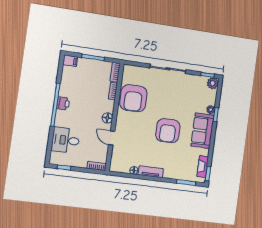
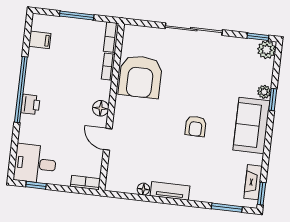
filing cabinet: (70, 61) -> (40, 40), moved
printer: (63, 103) -> (30, 104), moved
armchair: (168, 131) -> (196, 126), width x0.53, depth x0.53
desk: (66, 140) -> (35, 164), moved

